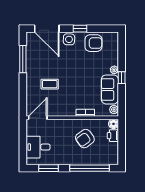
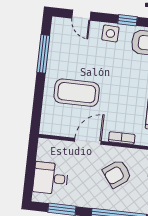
door: (47, 29) -> (81, 15), width x0.53
coffee table: (50, 84) -> (77, 93), width x1.86, depth x1.72
door: (38, 118) -> (88, 141), moved

